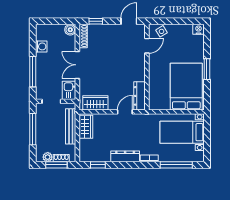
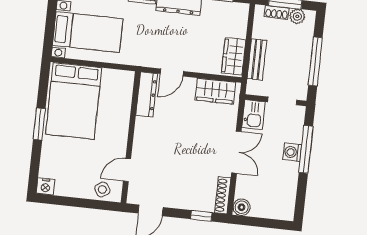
washing machine: (41, 46) -> (292, 152), moved
bench: (71, 126) -> (257, 59), width x0.73

